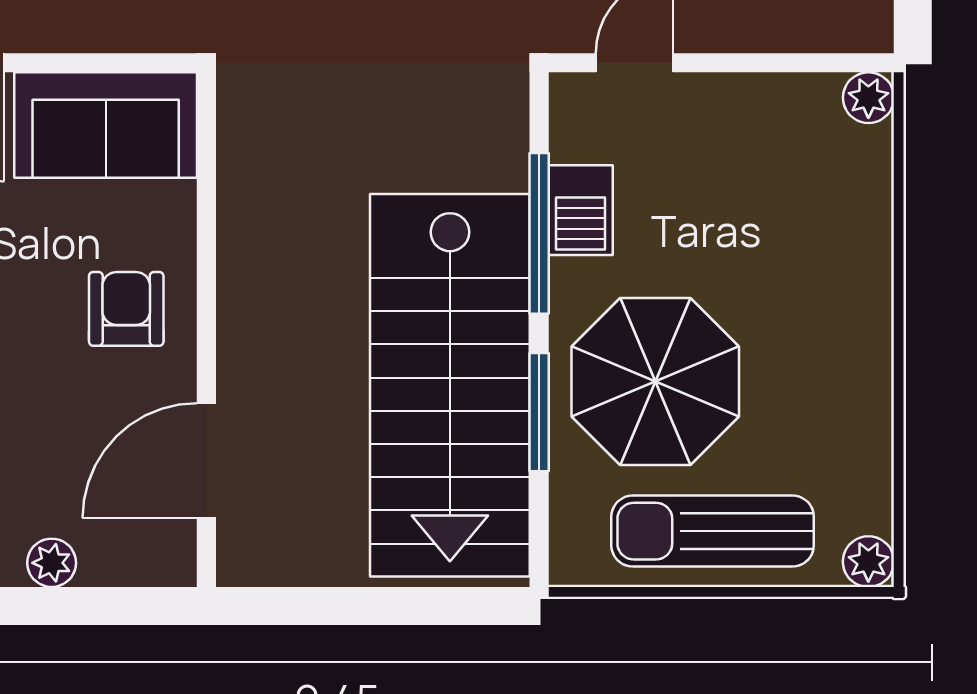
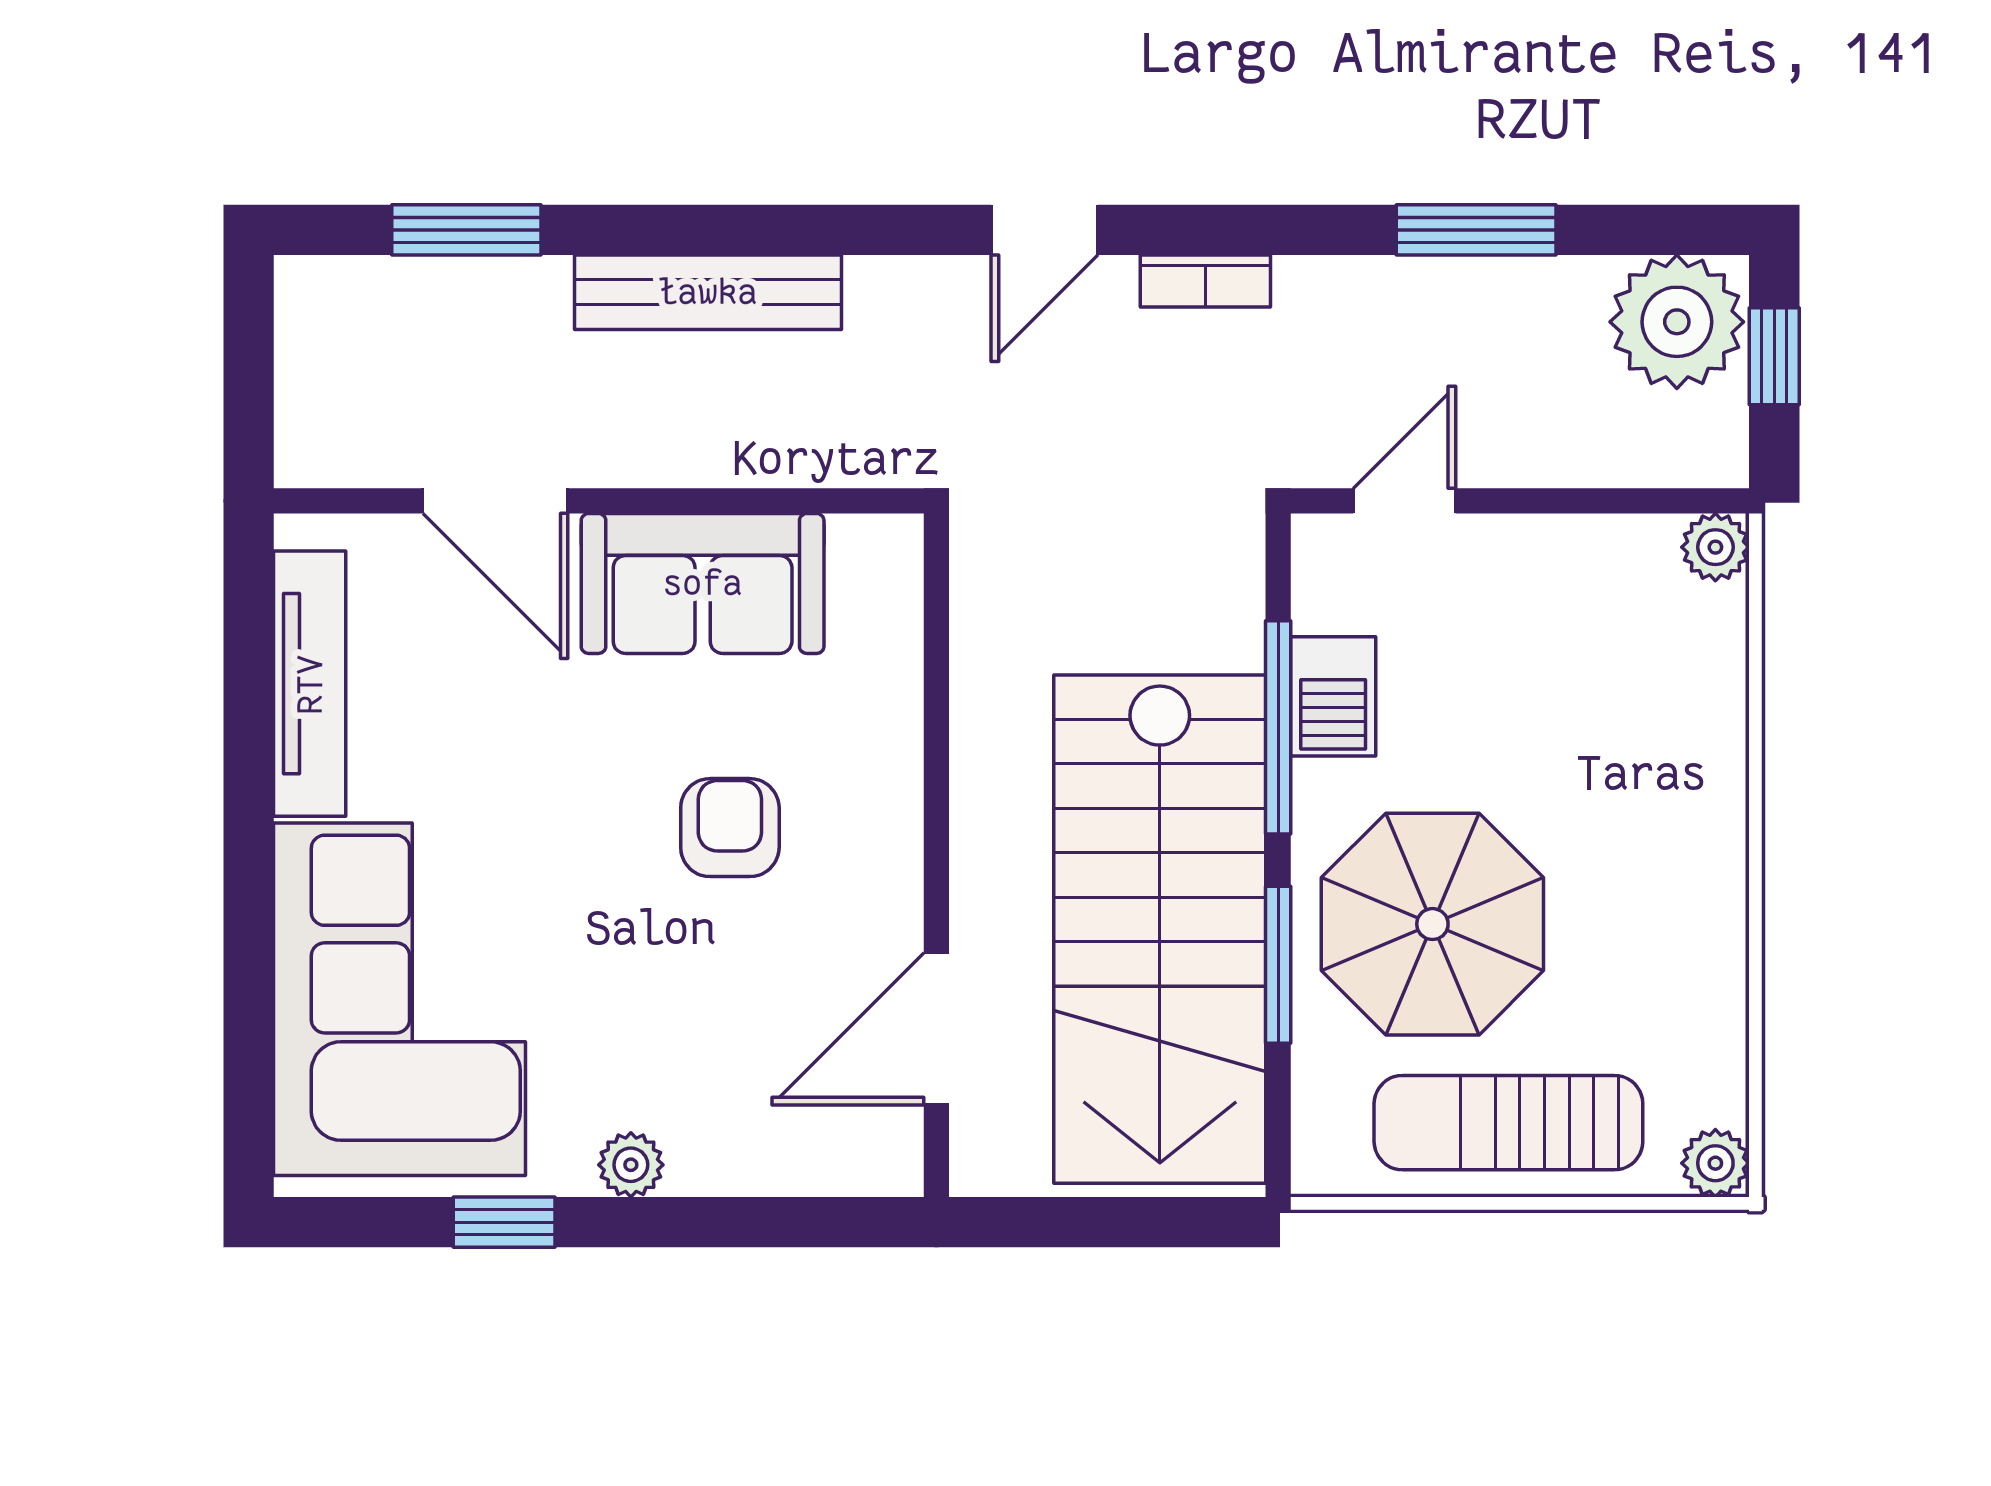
wall: (206, 330) -> (936, 855), moved
door: (206, 461) -> (936, 1029), moved

